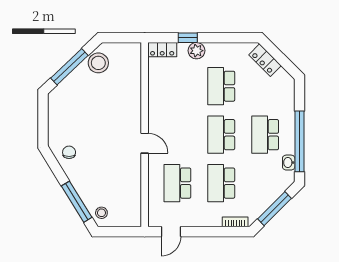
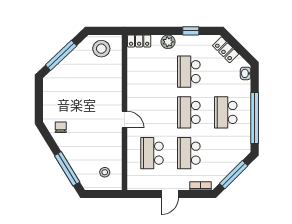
window: (188, 38) -> (191, 31), moved
stool: (98, 63) -> (101, 49), moved
washbasin: (289, 163) -> (246, 73), moved
stool: (101, 213) -> (105, 172), moved
door: (171, 232) -> (170, 194), moved

